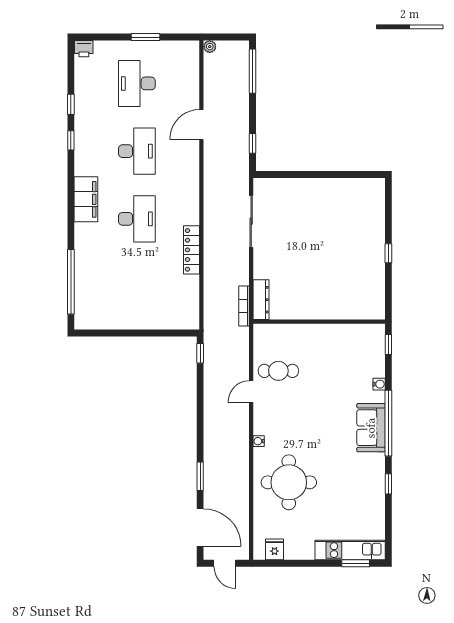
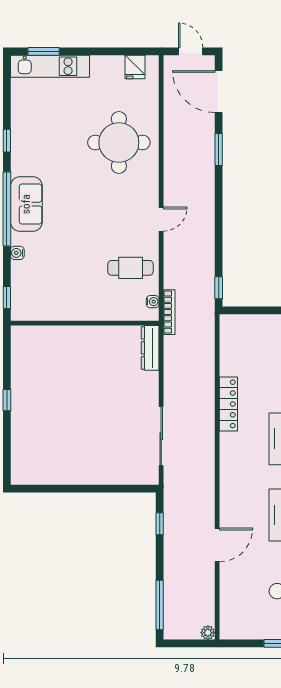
bookcase: (244, 306) -> (169, 312), moved
door: (251, 391) -> (161, 219), moved
water cooler: (259, 441) -> (153, 302), moved

